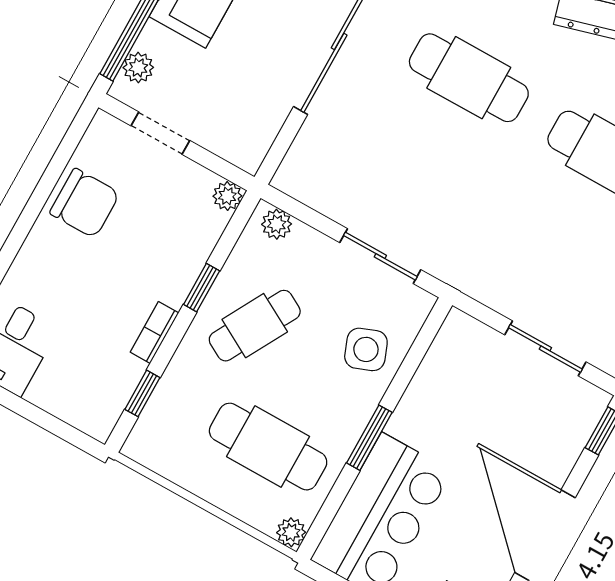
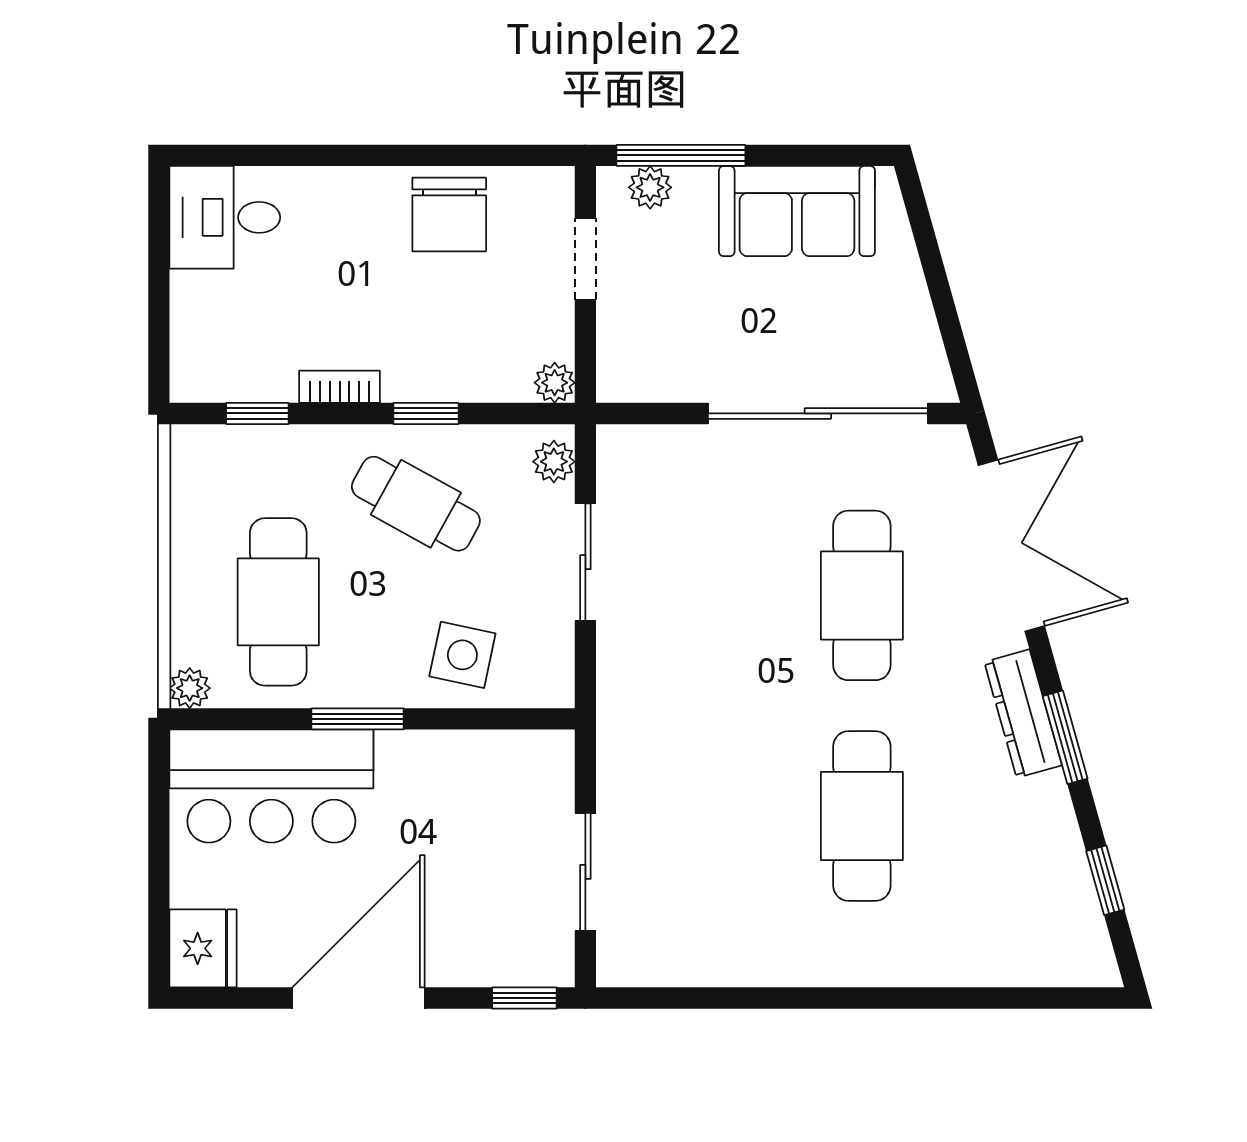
sliding door: (380, 256) -> (585, 562), moved
side table: (366, 349) -> (462, 655), turned 33

